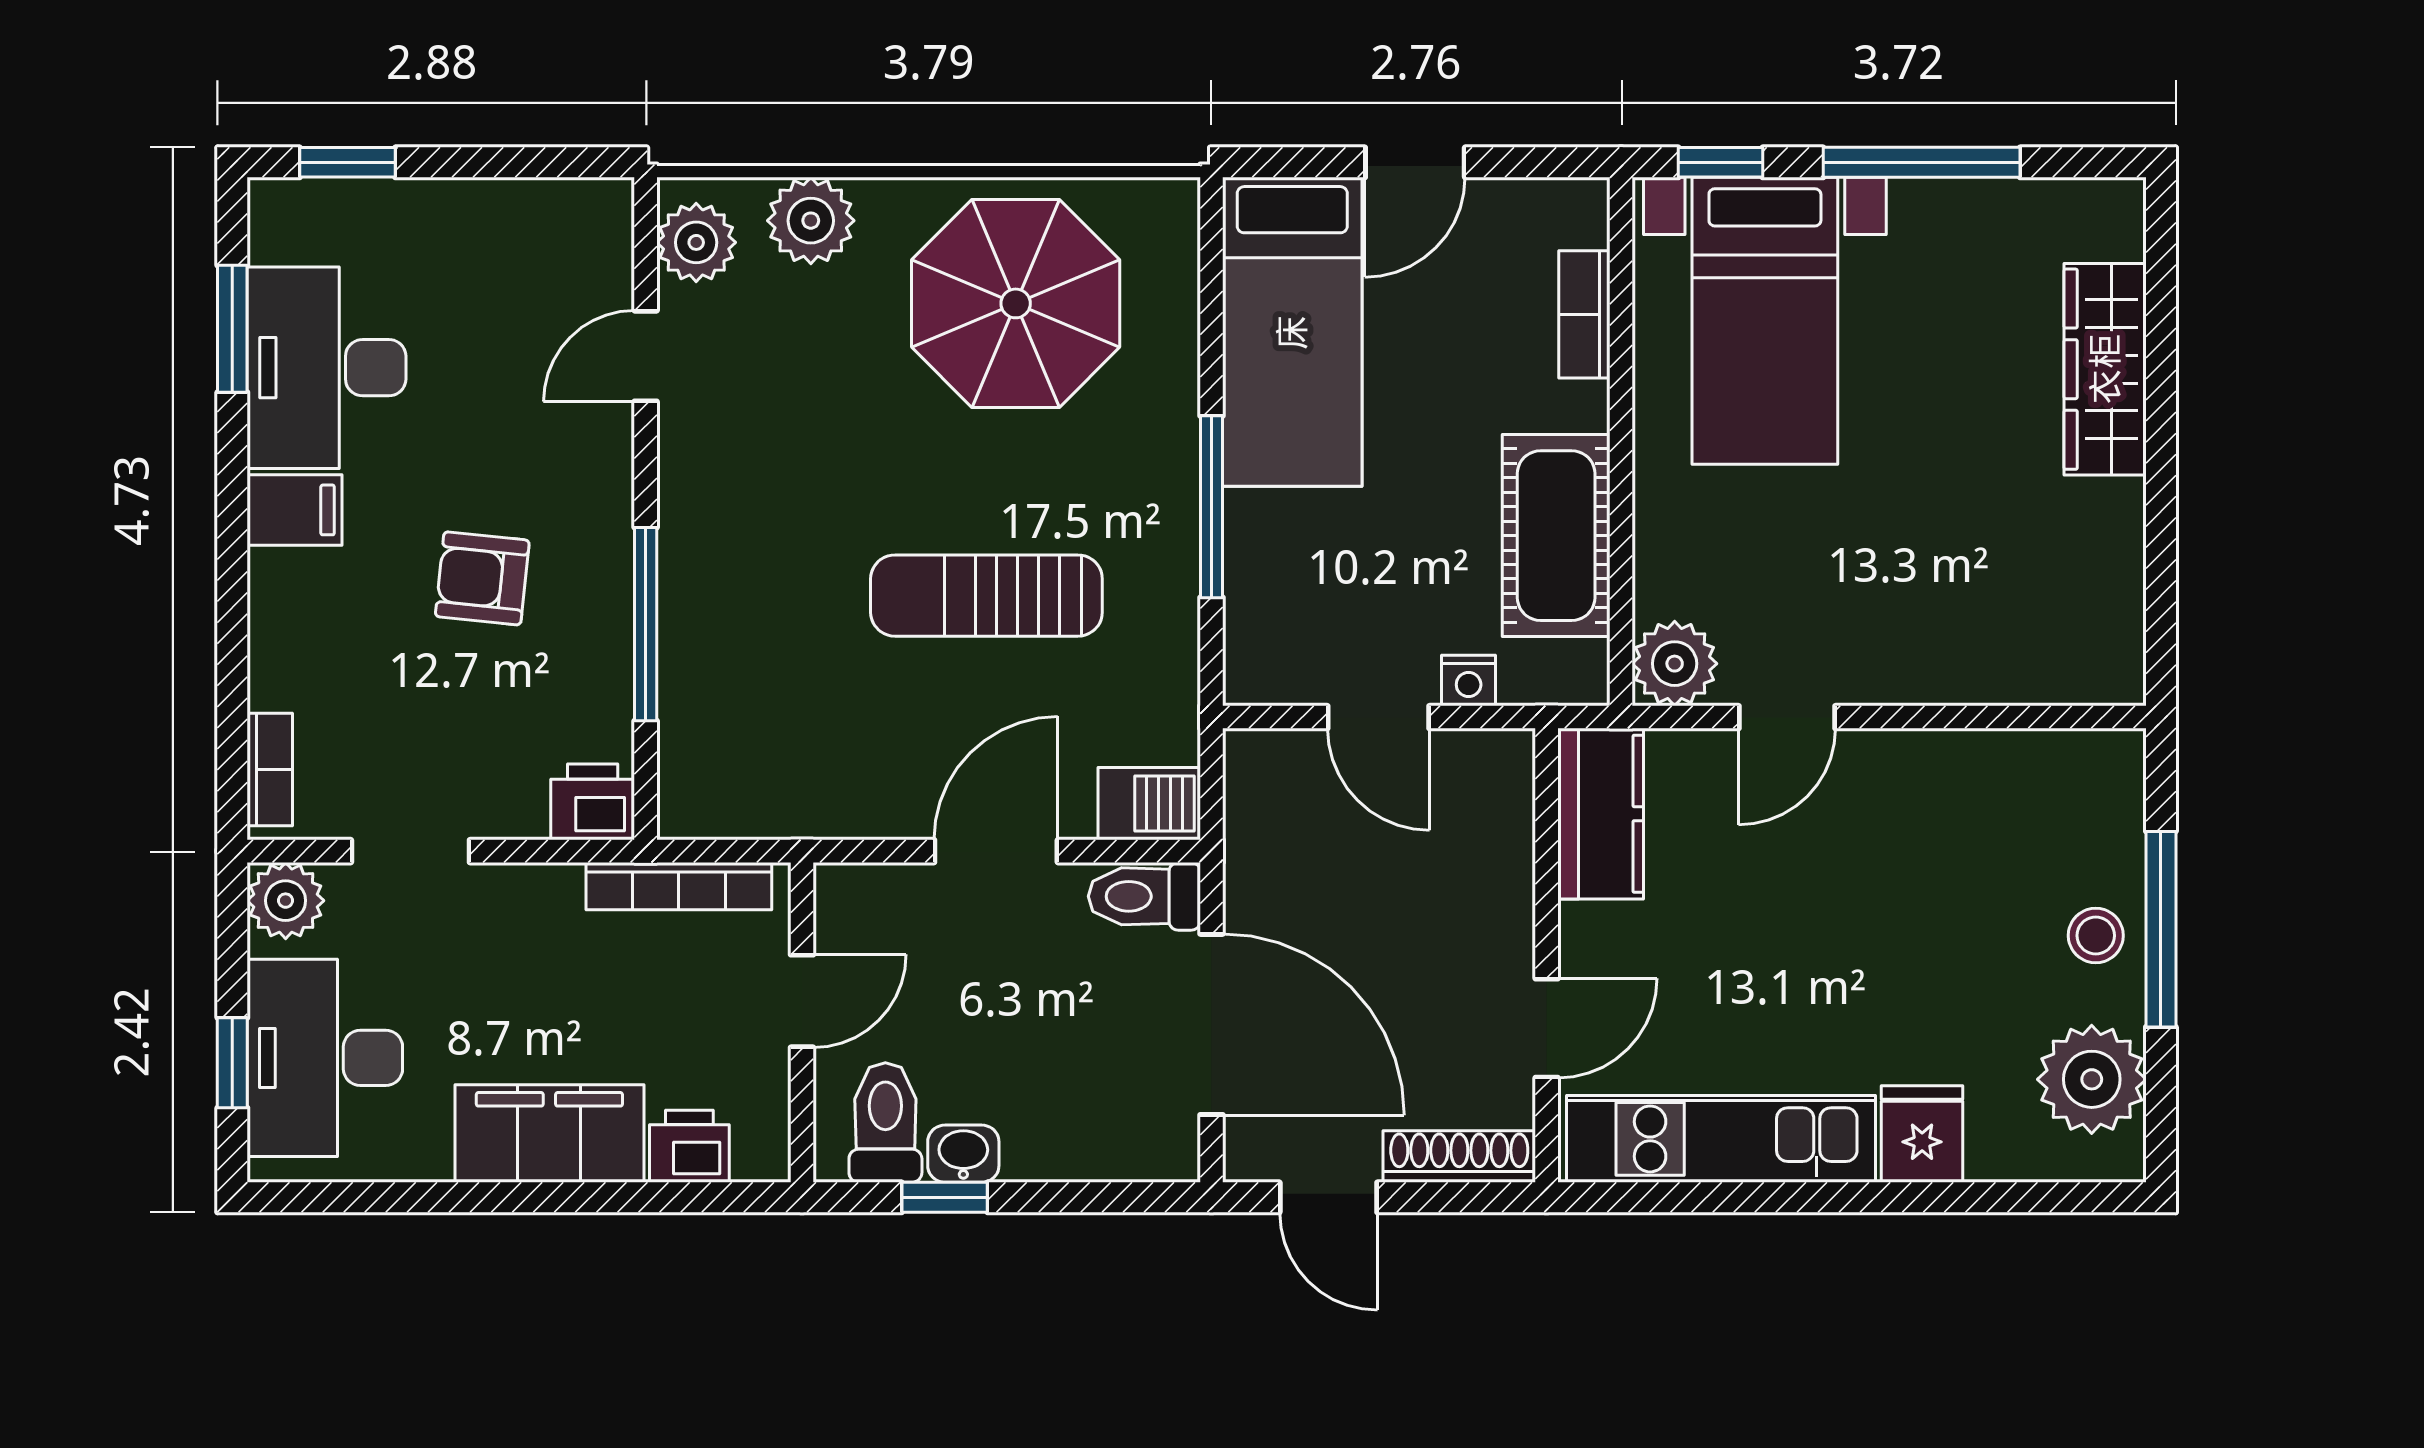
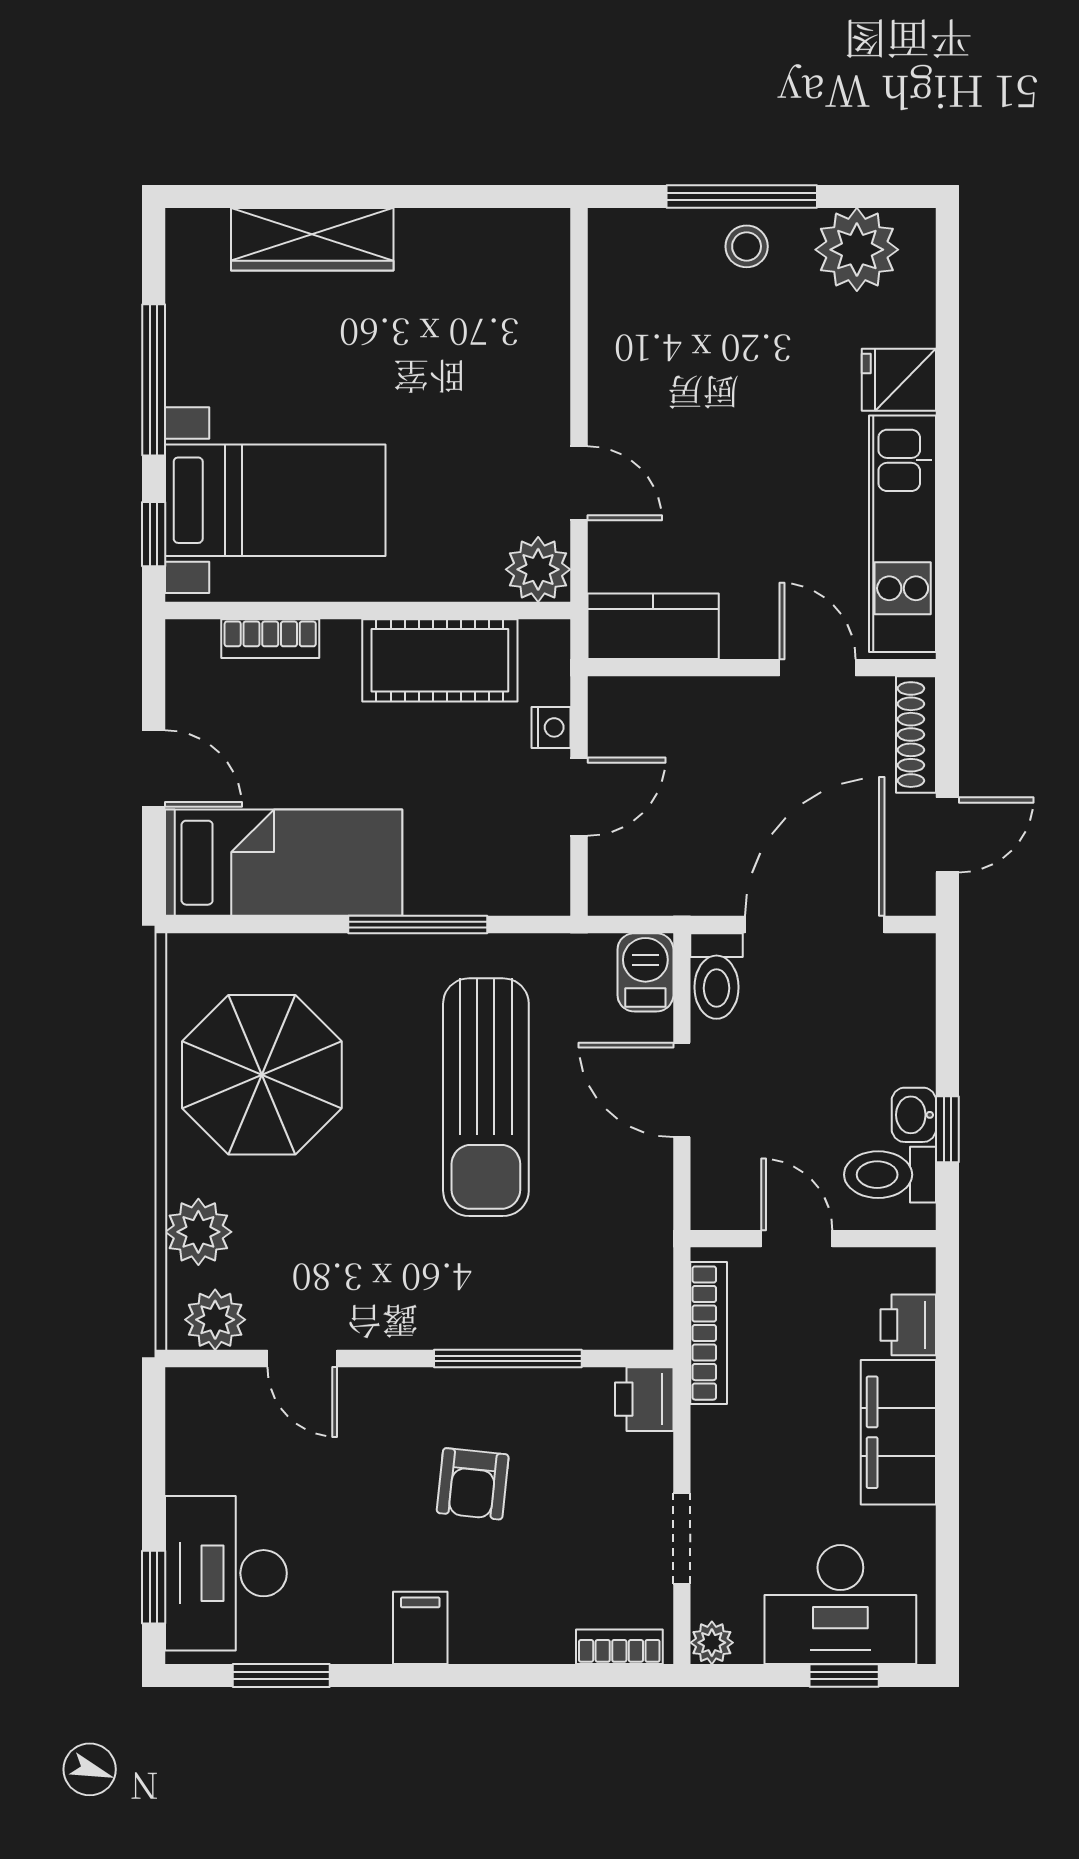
desk: (327, 368) -> (226, 1573), moved, turned 90
sun lounger: (986, 596) -> (486, 1097), width x1.36, depth x1.34
plant: (286, 901) -> (712, 1643), width x0.73, depth x0.73

